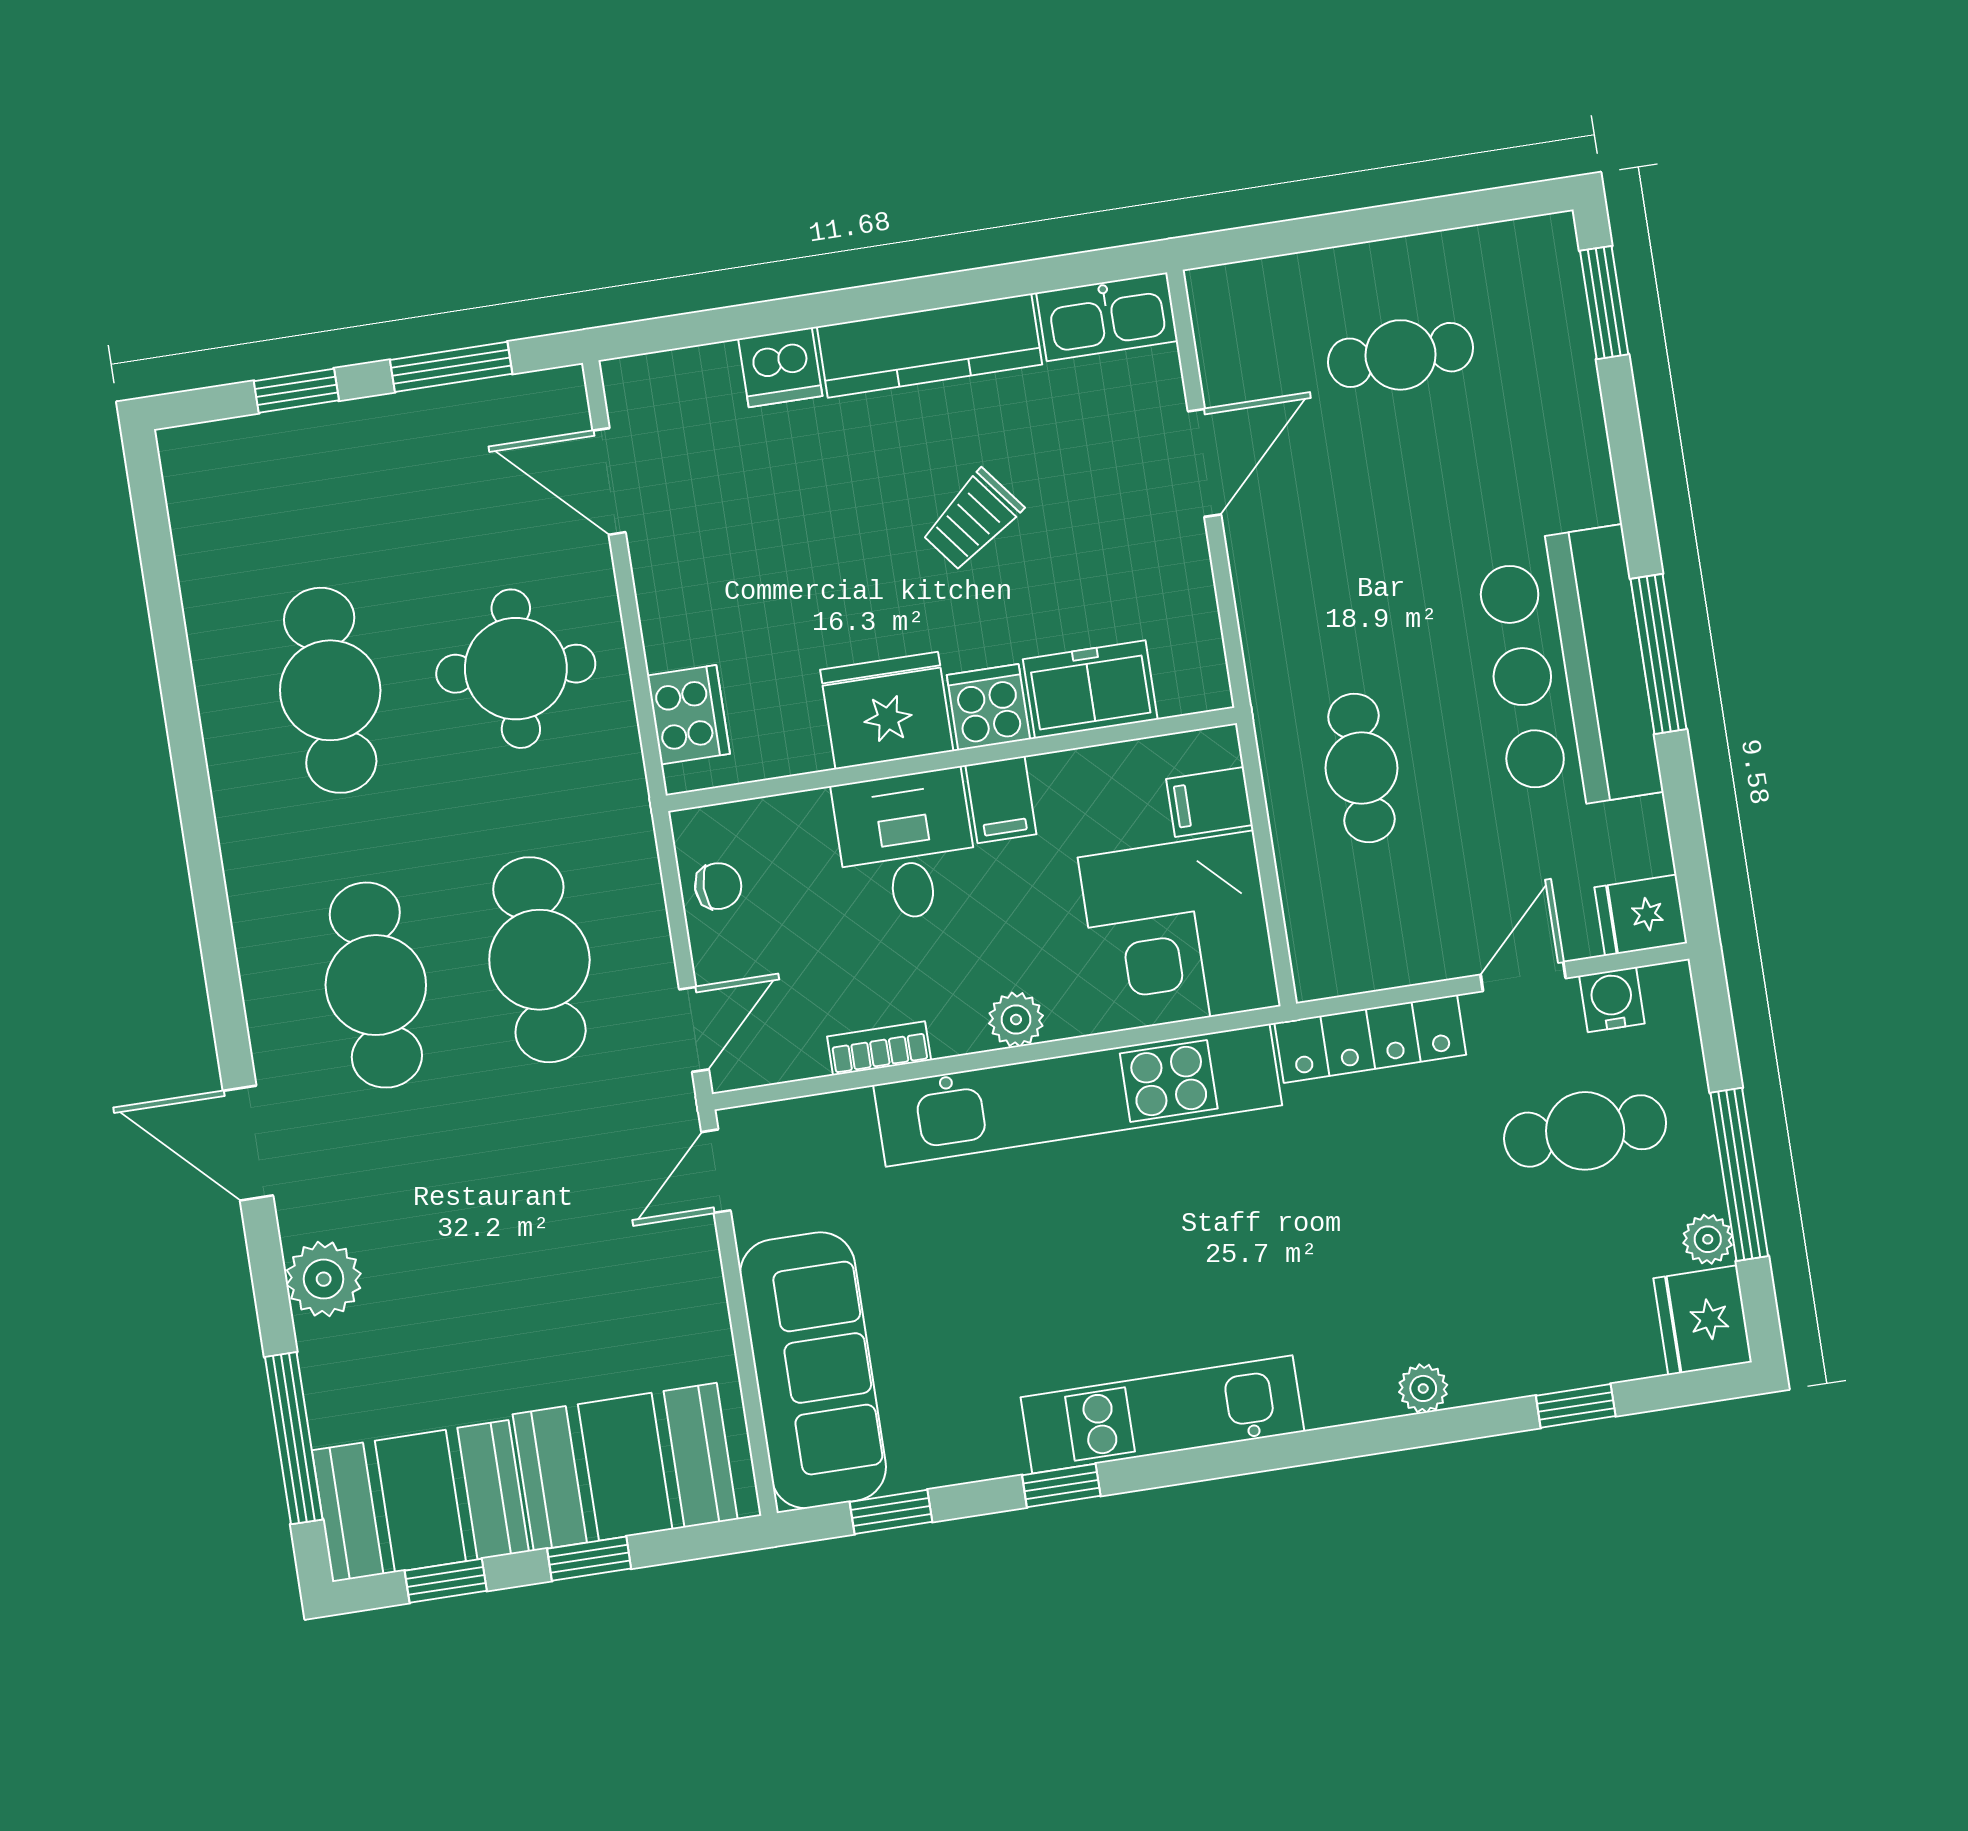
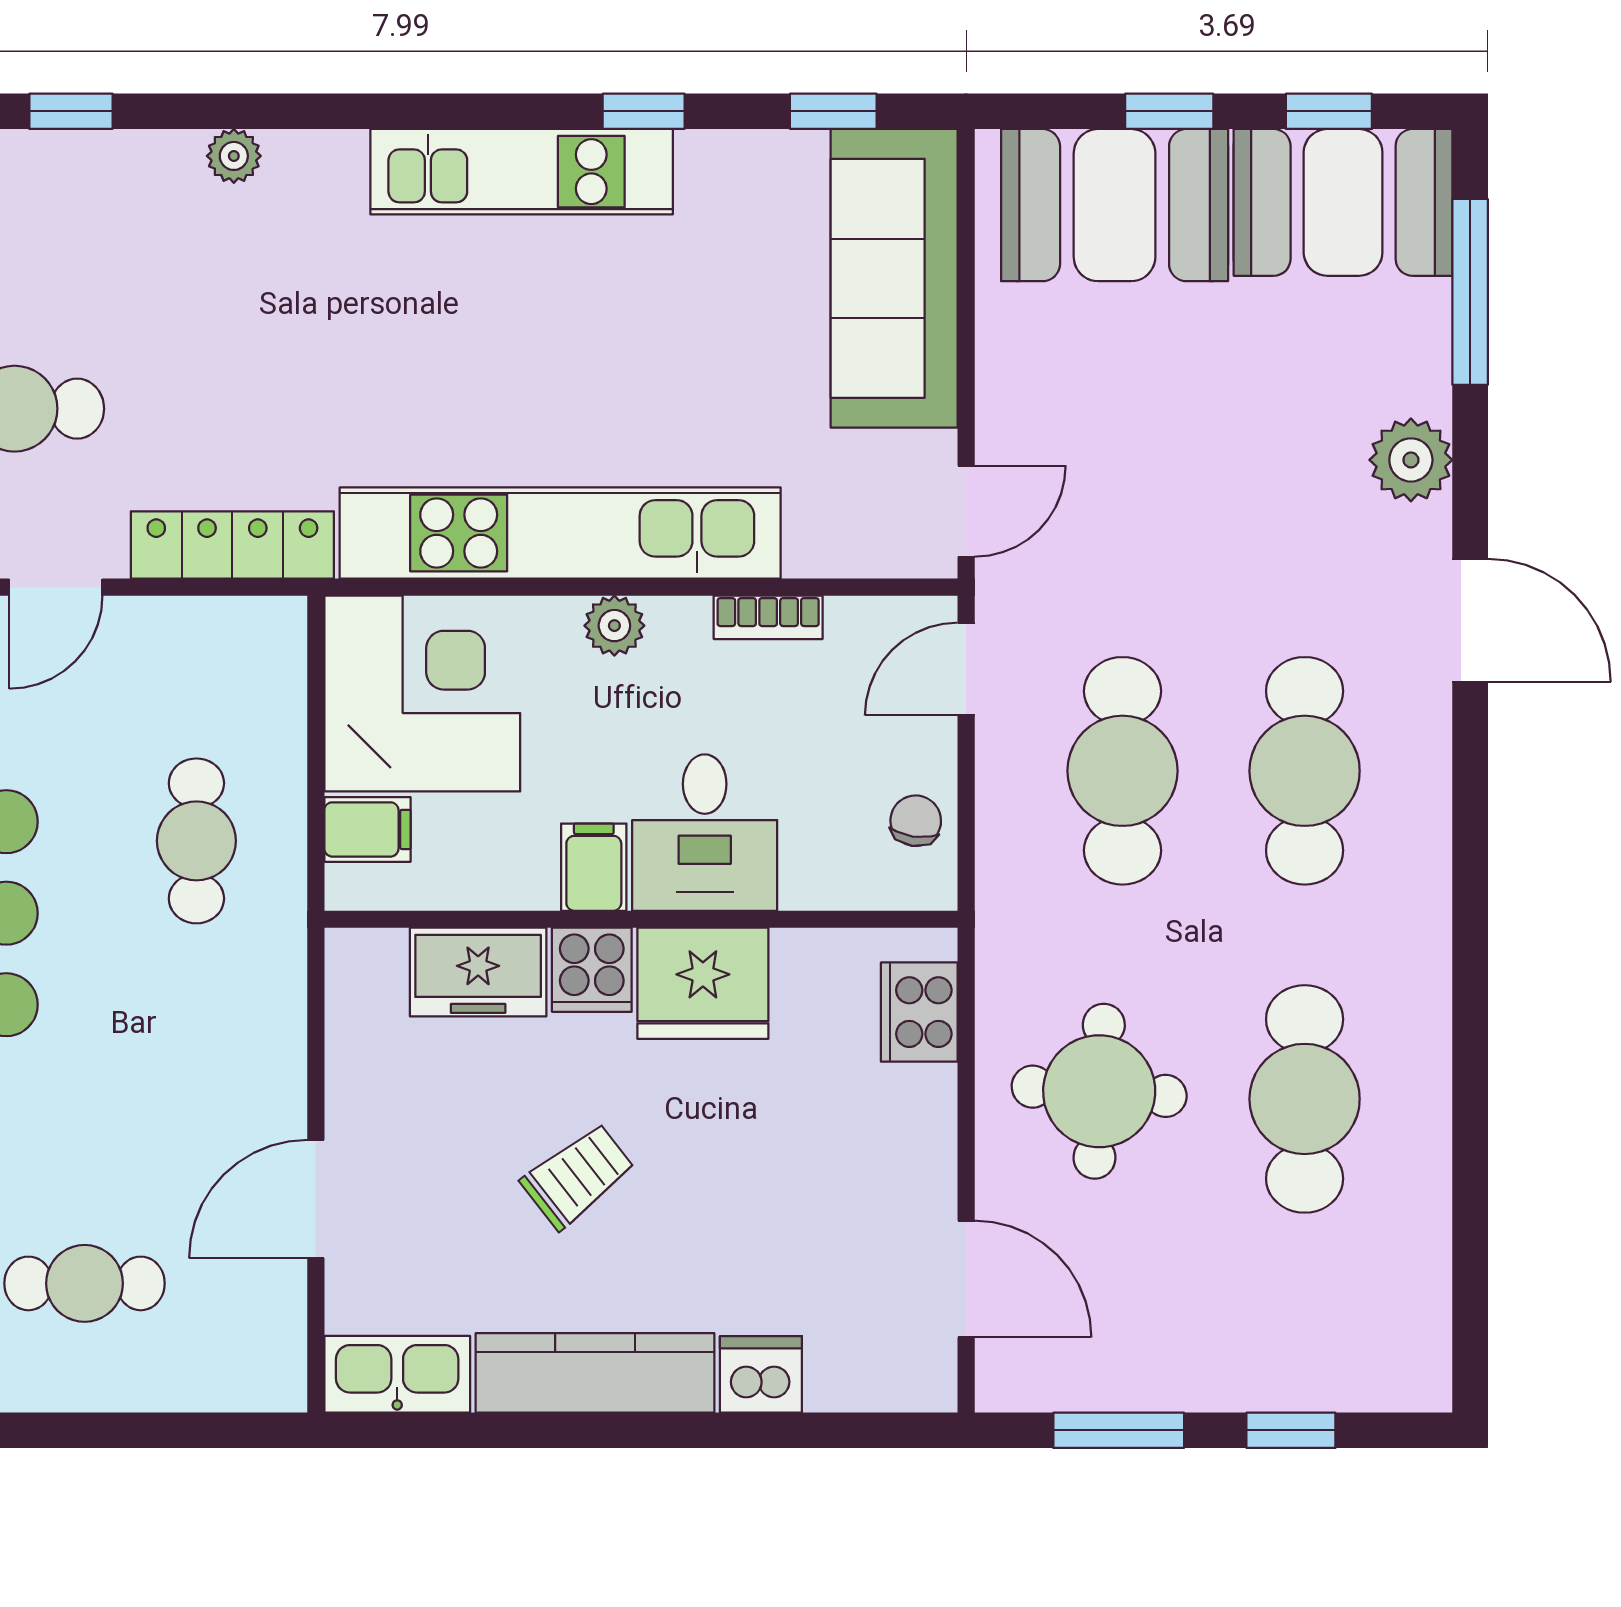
chair: (718, 886) -> (916, 821), turned 98

